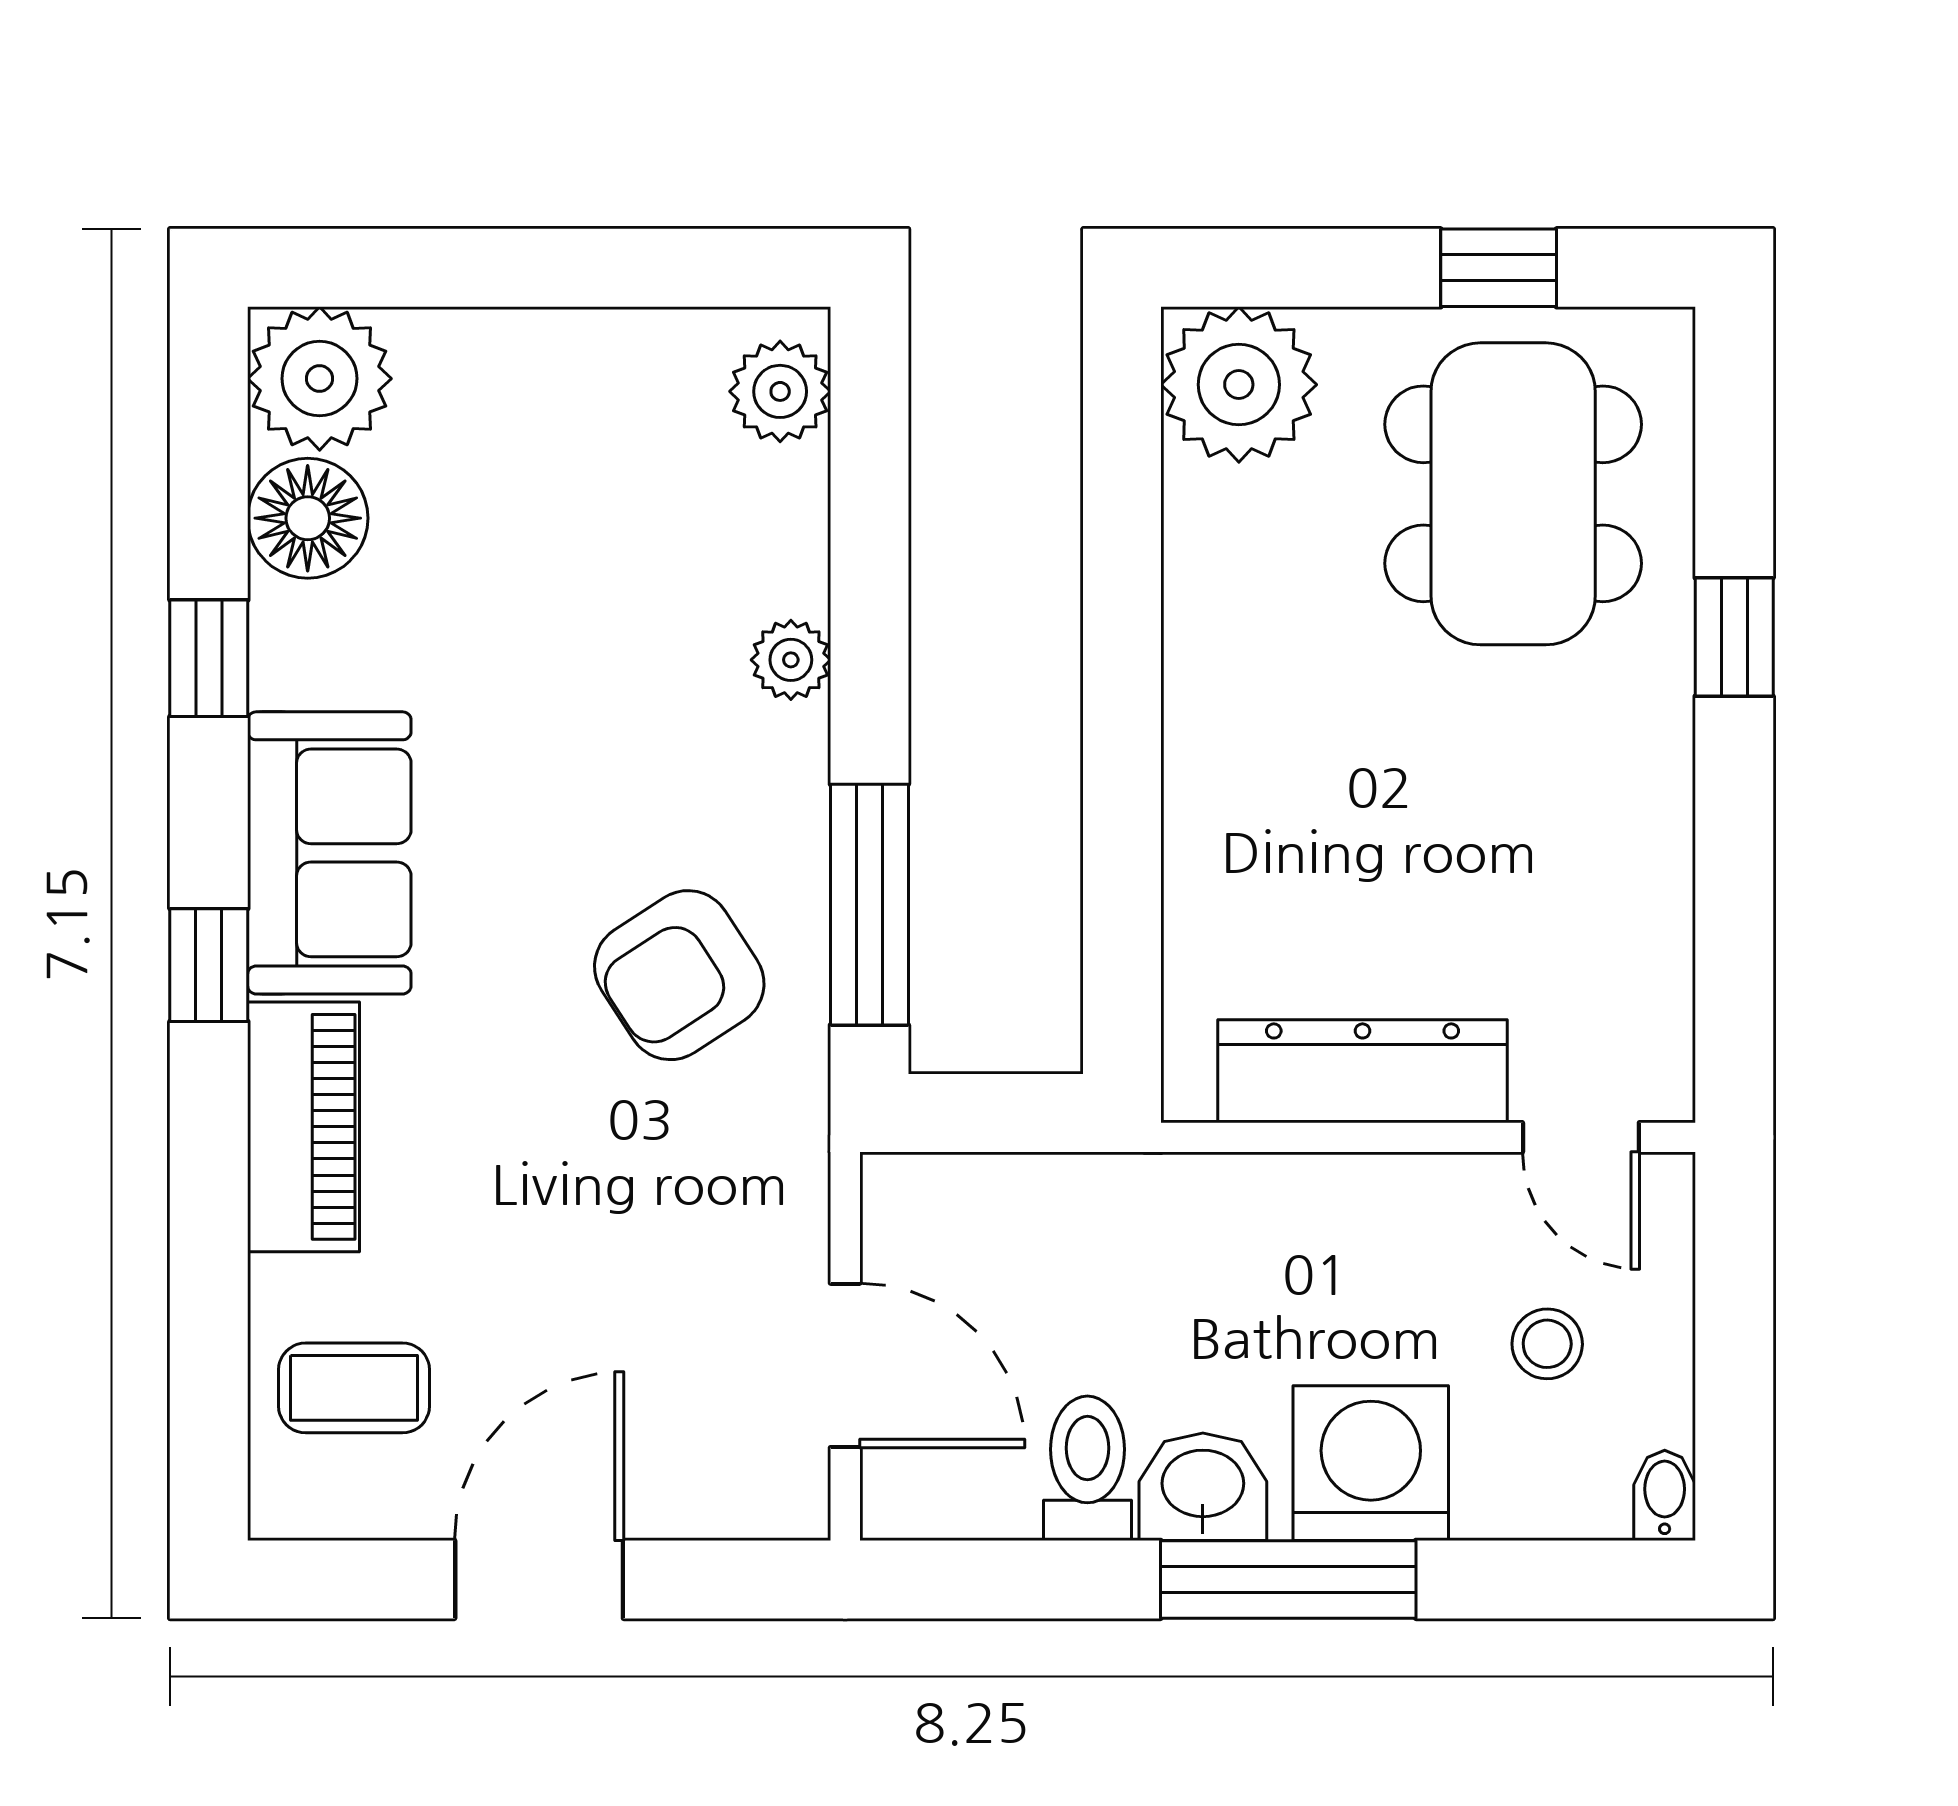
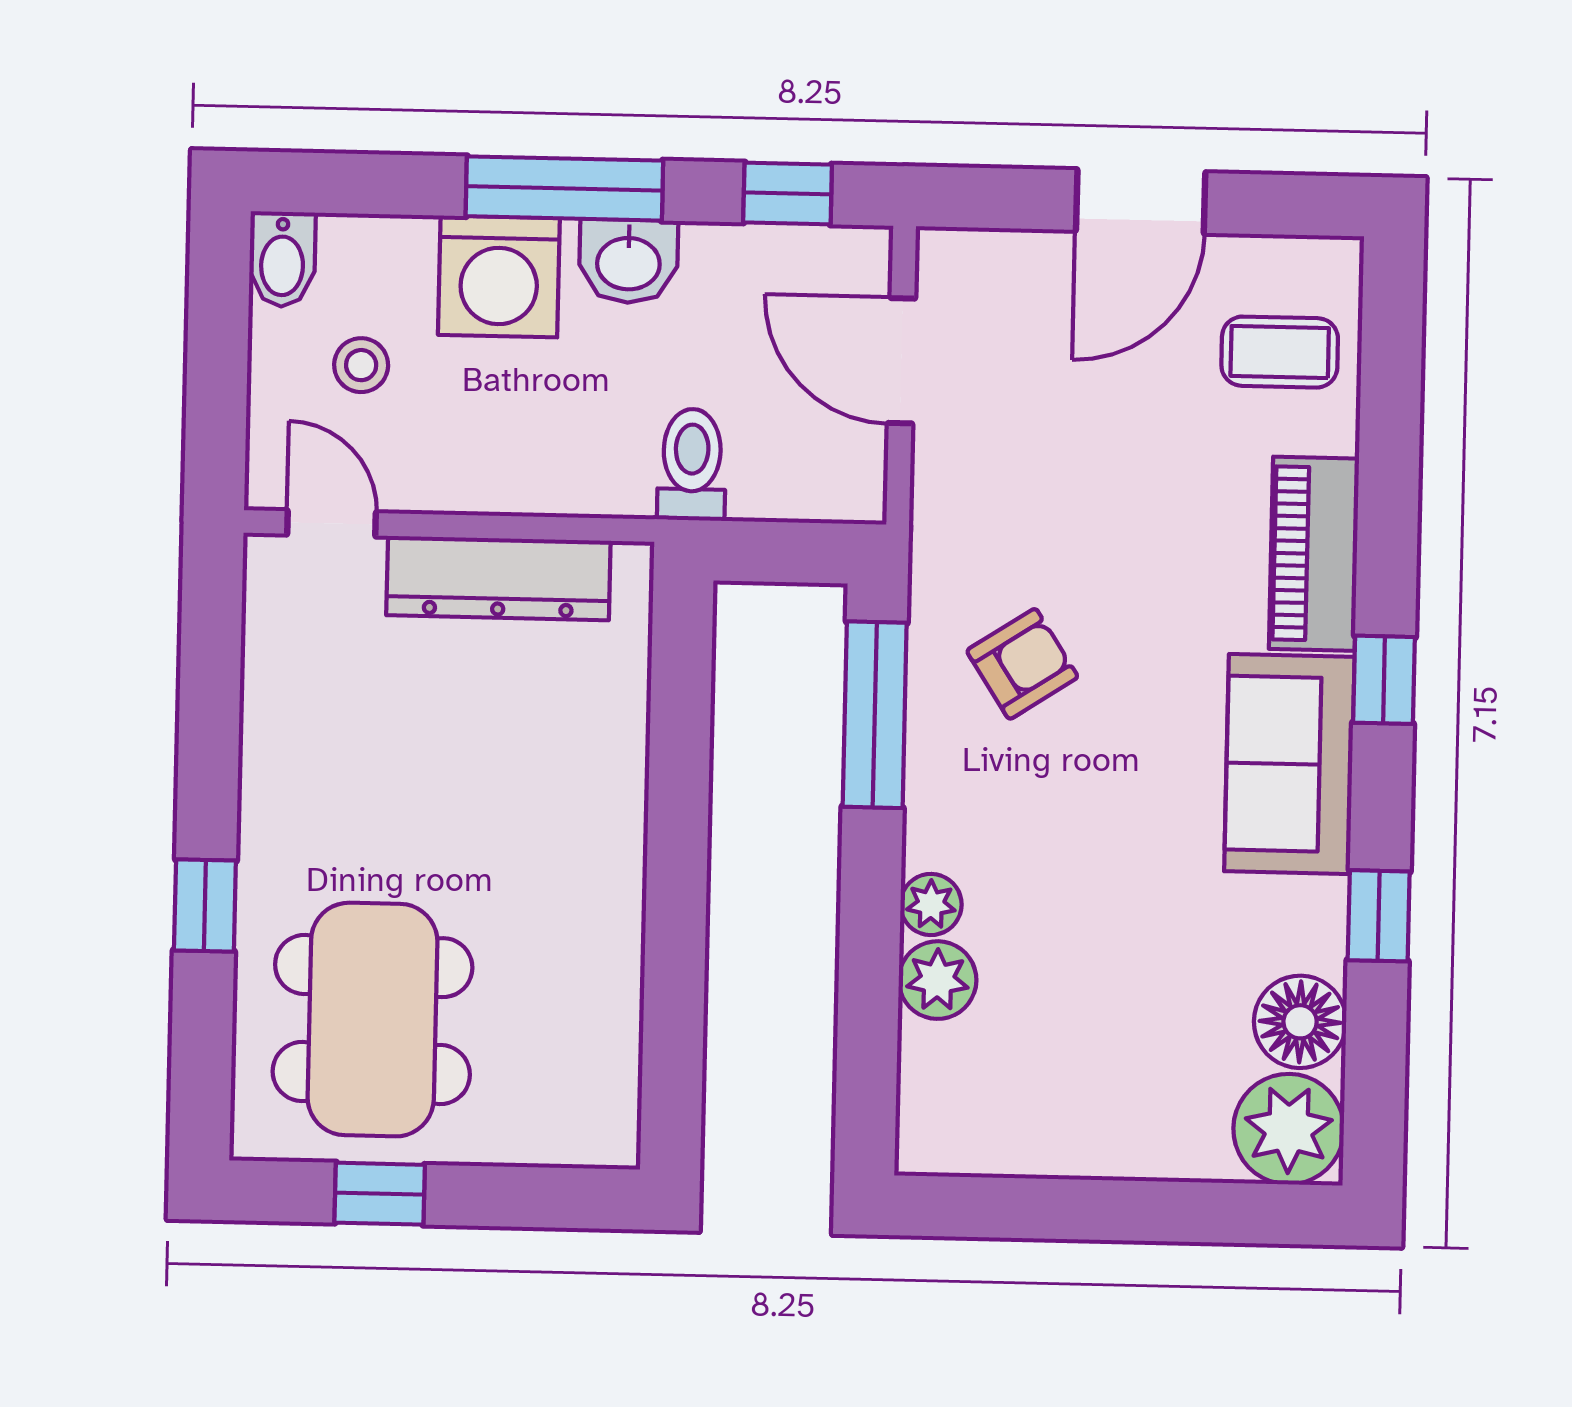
plant: (1239, 385) -> (582, 1108), removed
plant: (780, 391) -> (938, 980), moved
armchair: (679, 975) -> (1022, 664), width x0.72, depth x0.72
toilet: (1087, 1468) -> (692, 465), moved, turned 180
bidet: (1665, 1495) -> (282, 259), width x1.38, depth x1.36
window: (998, 1579) -> (788, 193), added

